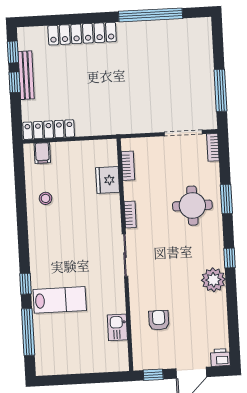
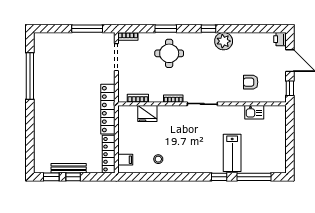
locker: (82, 34) -> (108, 109), moved, turned 180
lab bench: (60, 300) -> (232, 153), turned 180

